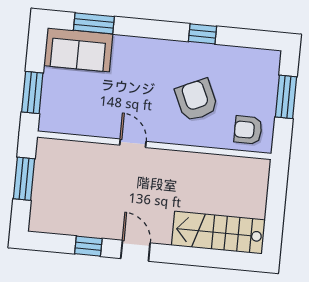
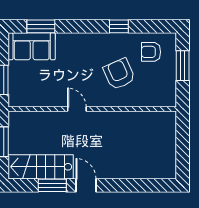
armchair: (248, 130) -> (151, 52), moved
stairs: (218, 233) -> (41, 167), moved
window: (88, 246) -> (52, 185), width x1.50

